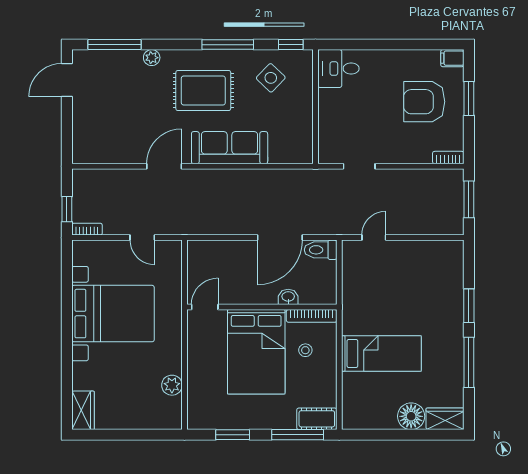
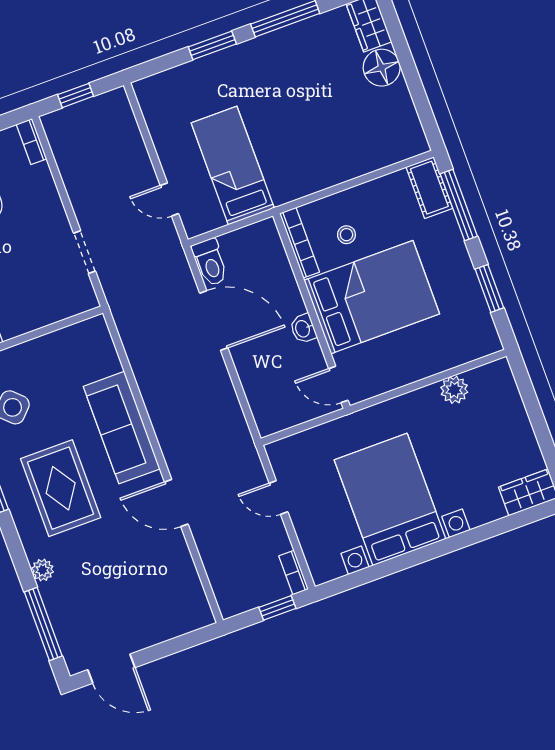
window: (469, 199) -> (76, 95), width x0.67
door: (142, 238) -> (278, 497), swing flipped
washbasin: (288, 297) -> (303, 329), moved
bed: (381, 353) -> (233, 166), moved

